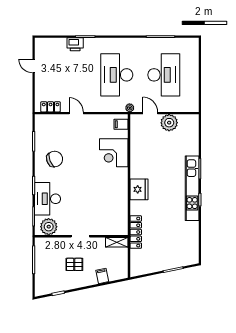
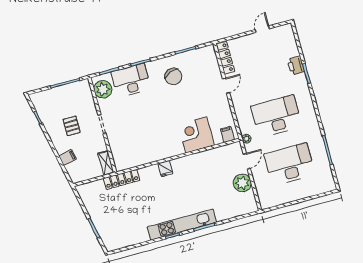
desk: (164, 75) -> (289, 164), turned 180
locker: (51, 107) -> (225, 58), width x1.53
fridge: (139, 189) -> (165, 169), width x0.53, depth x0.75

